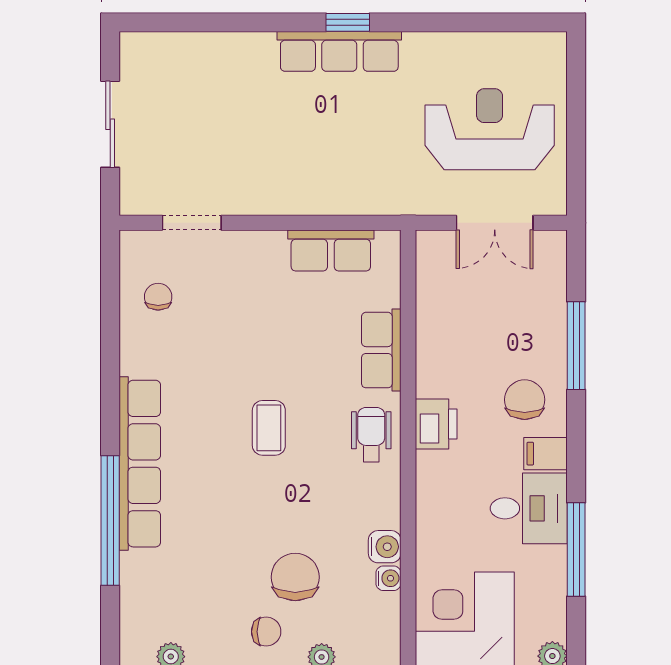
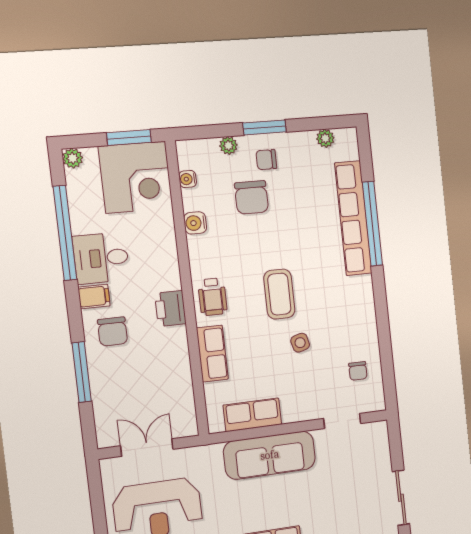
sliding door: (110, 124) -> (401, 498), moved
sofa: (311, 186) -> (270, 455), added
side table: (245, 351) -> (300, 343), added
coffee table: (269, 428) -> (279, 294), width x1.36, depth x1.30
row of seats: (140, 464) -> (353, 218), moved
window: (576, 550) -> (65, 233), width x1.46
water cooler: (388, 578) -> (188, 179), moved

